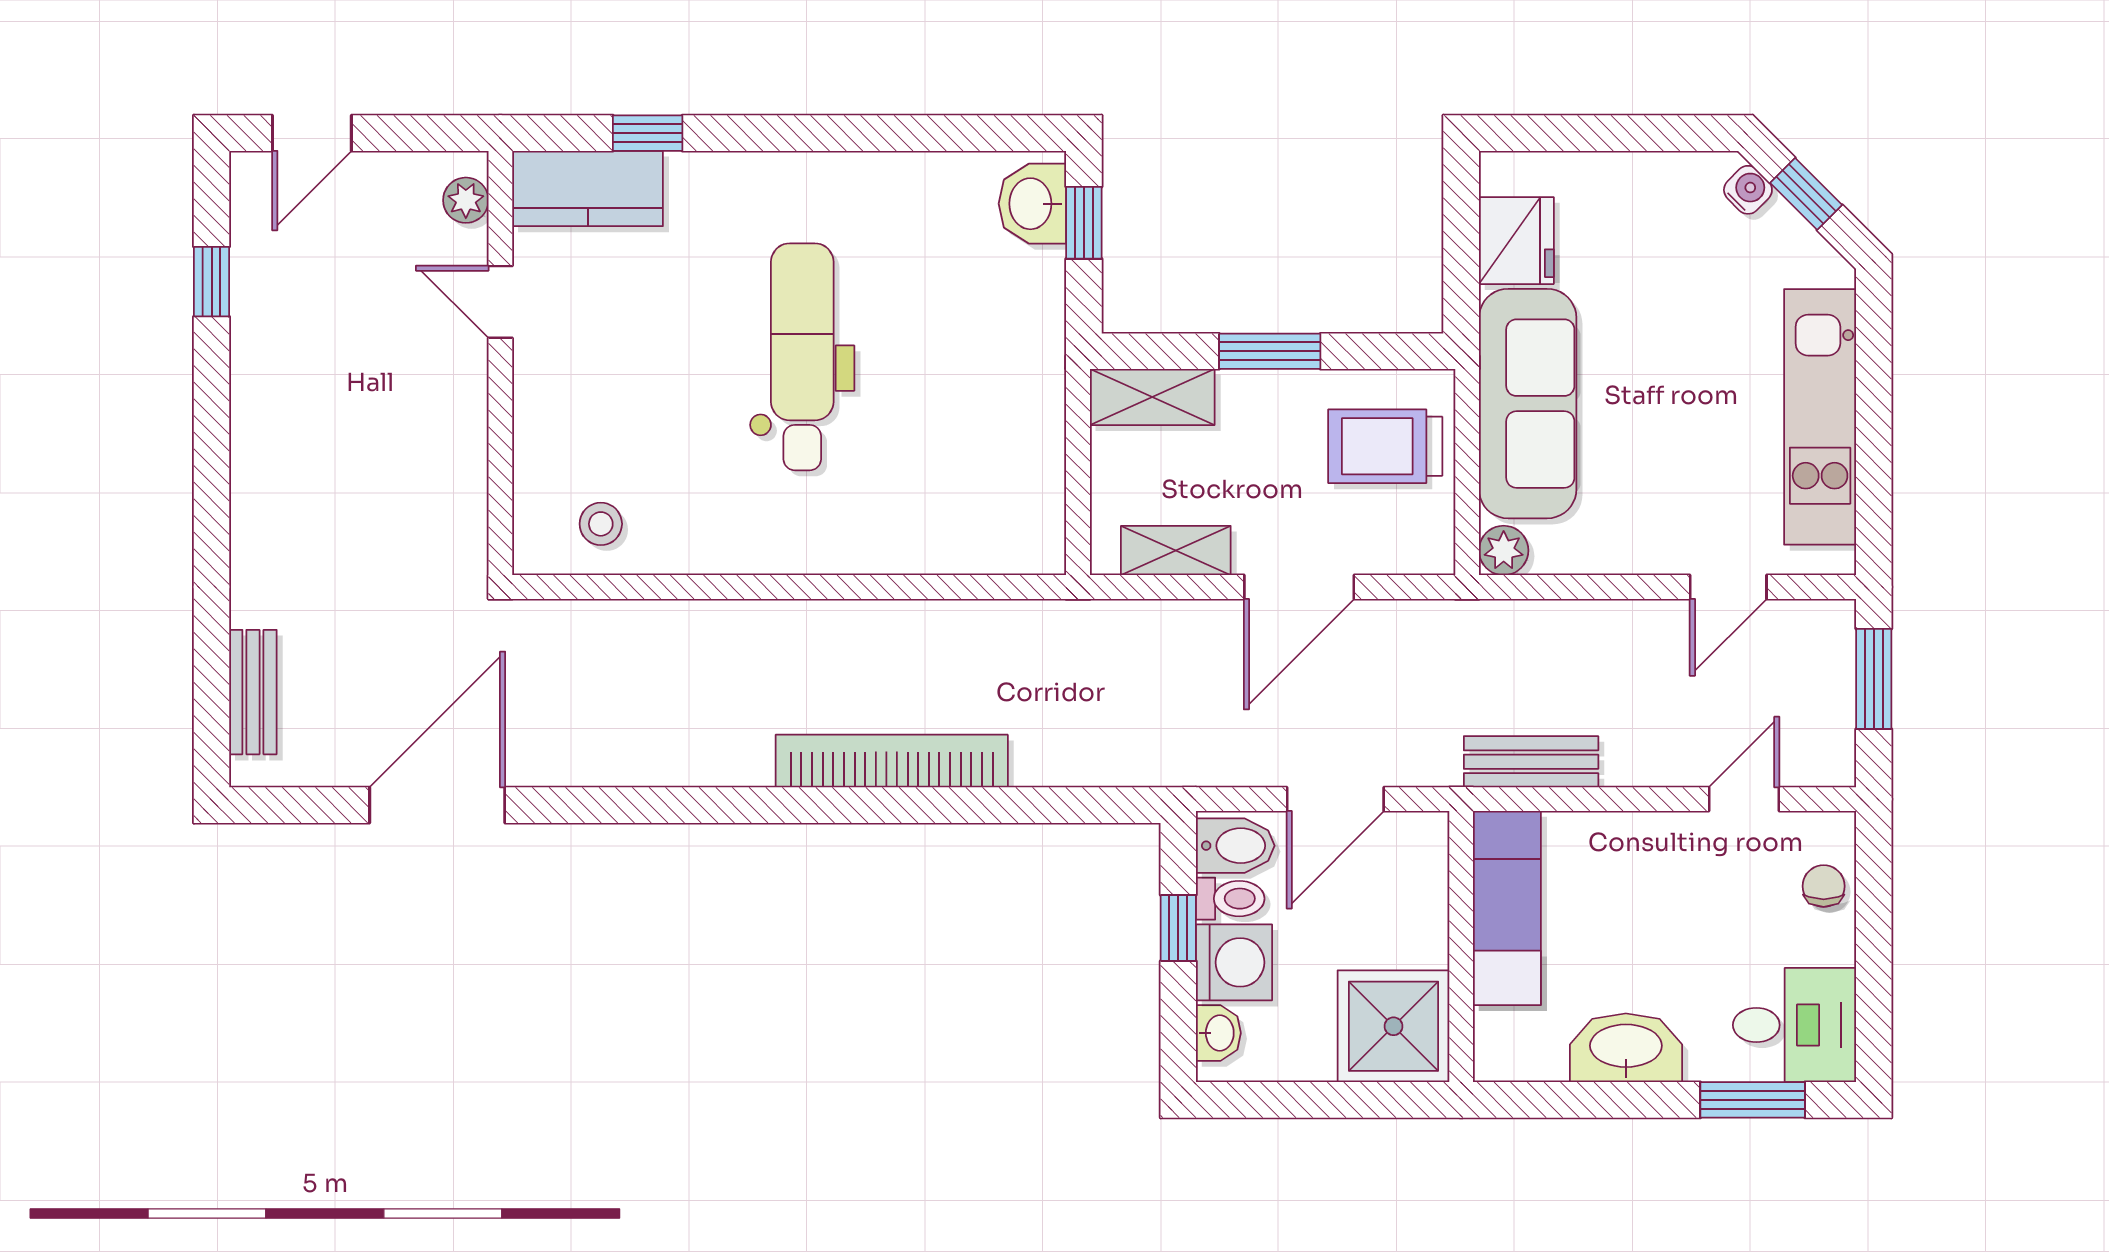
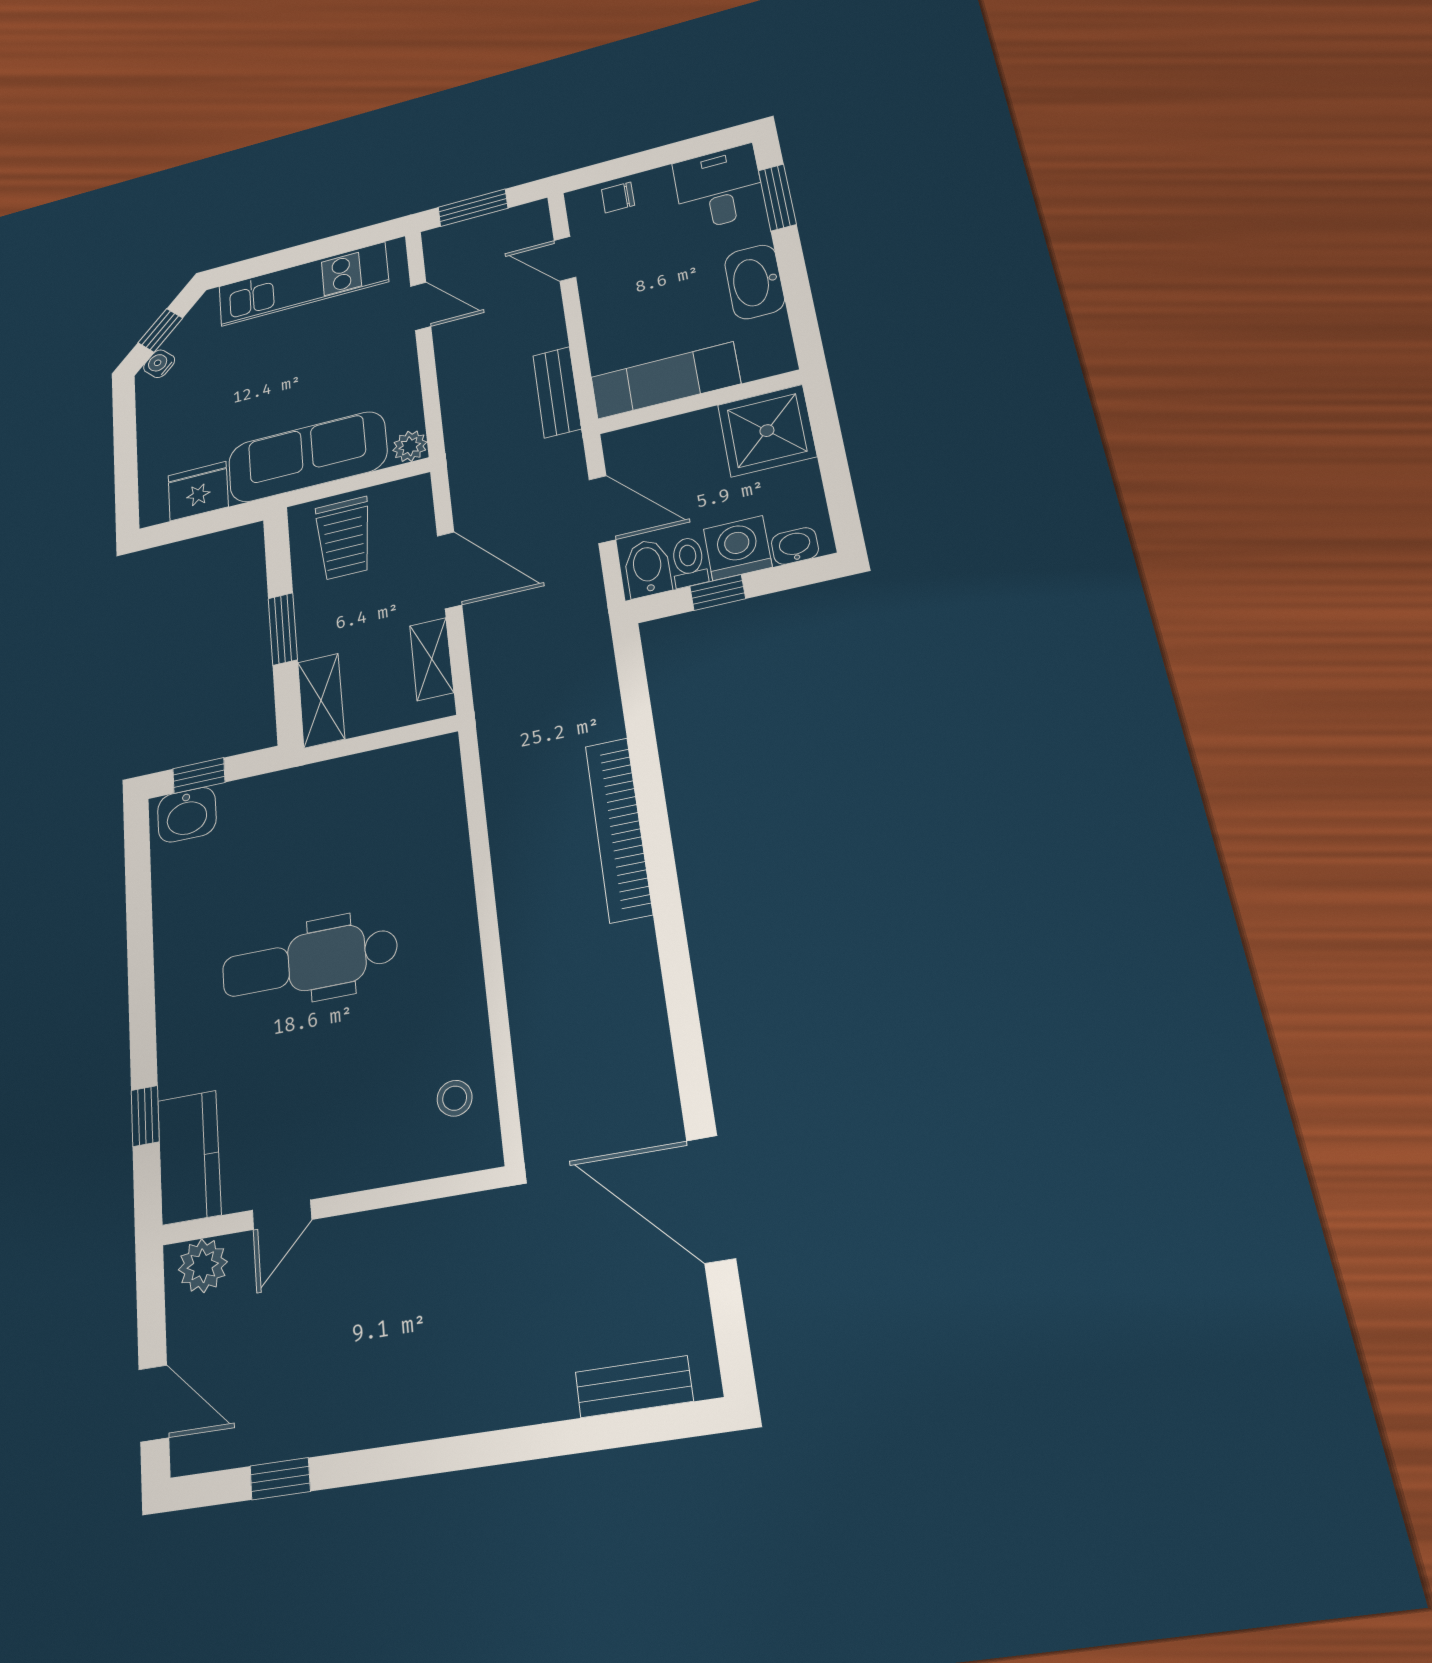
plant: (466, 200) -> (203, 1266), width x1.38, depth x1.38

